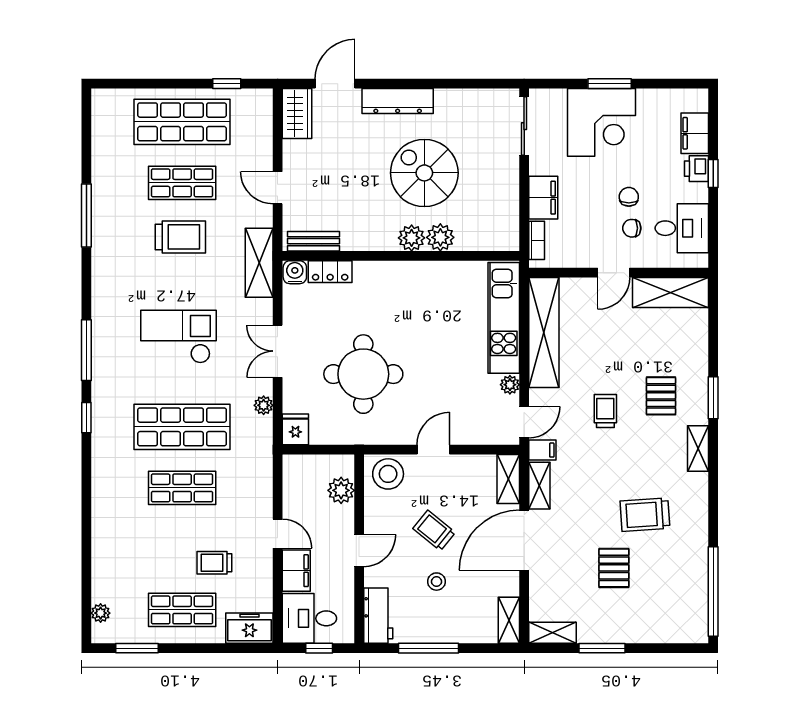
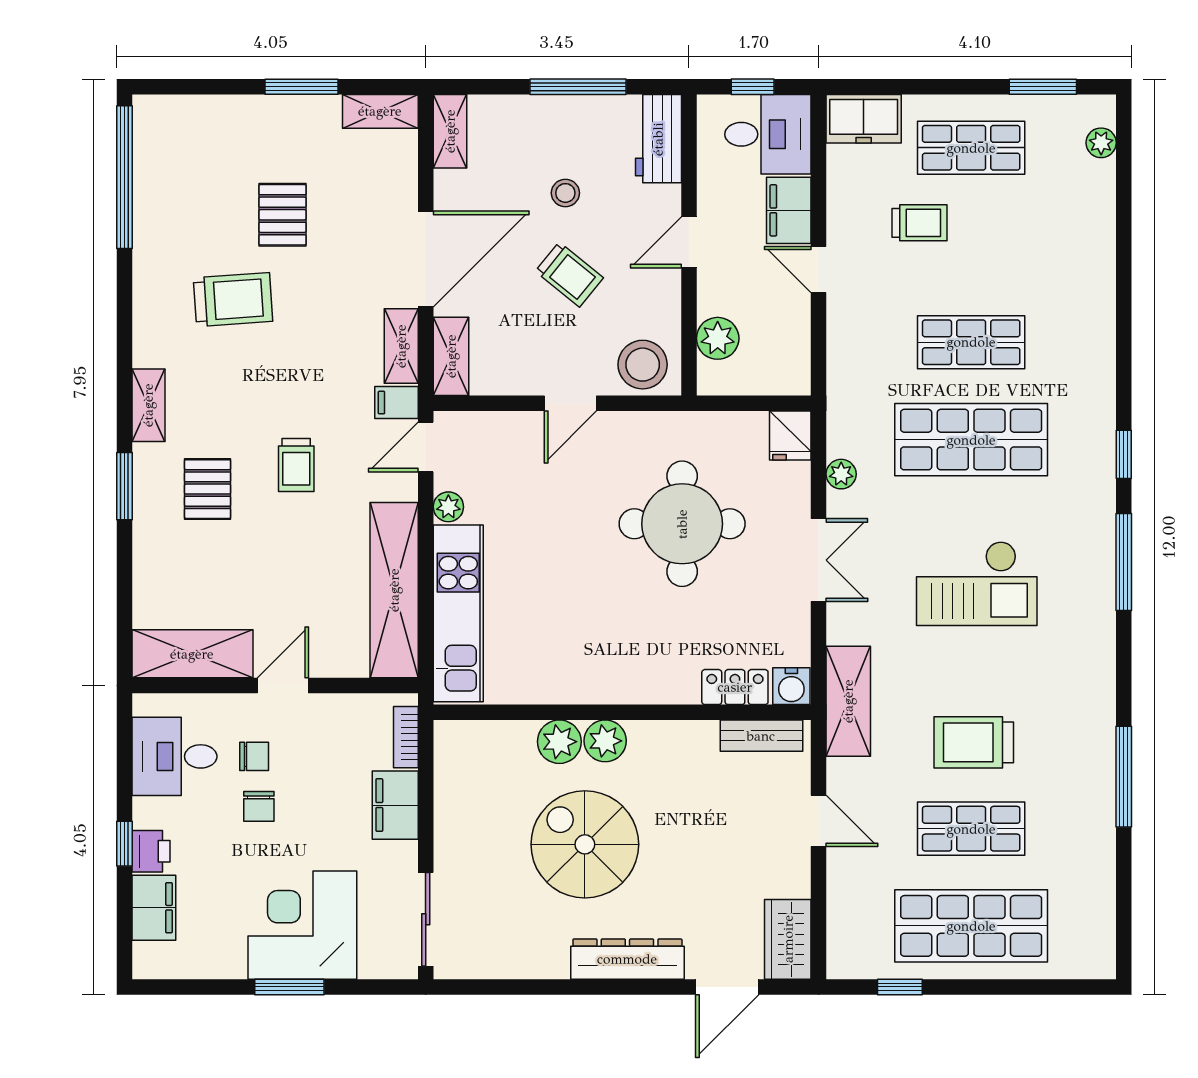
spiral stairs: (424, 173) -> (585, 844), turned 180

